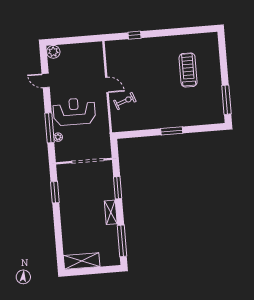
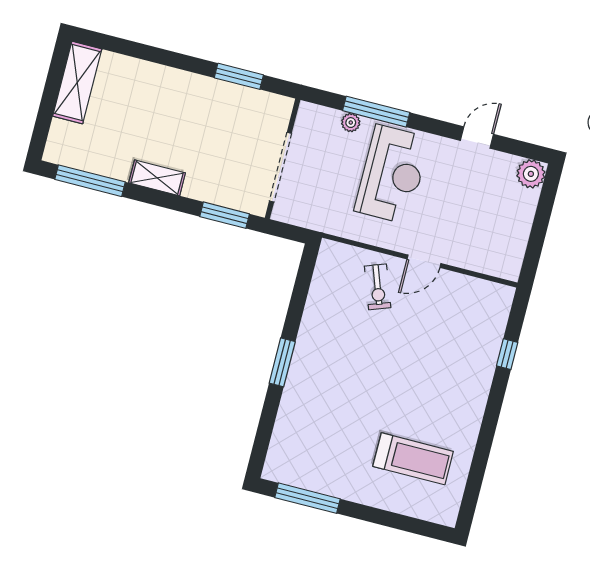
treadmill: (188, 70) -> (413, 459), moved
window: (118, 188) -> (225, 215), moved

